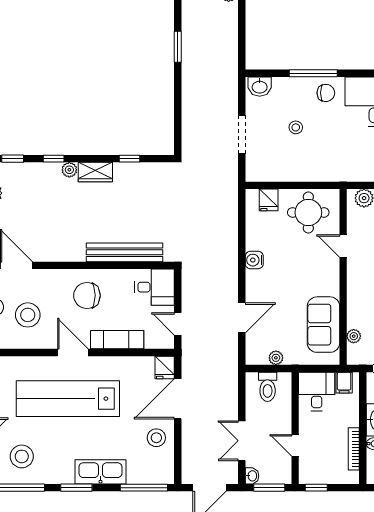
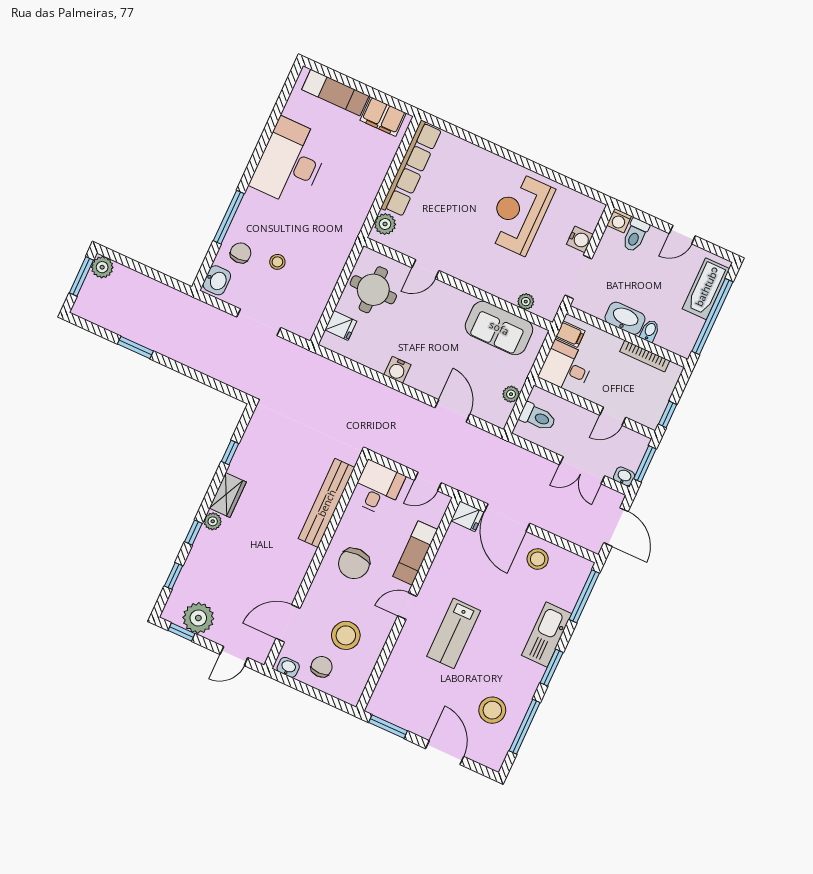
chair: (326, 93) -> (241, 253), moved
door: (73, 352) -> (407, 606), width x0.73
lab bench: (68, 399) -> (454, 633), width x0.54, depth x0.72

